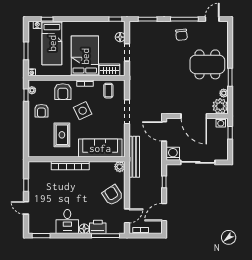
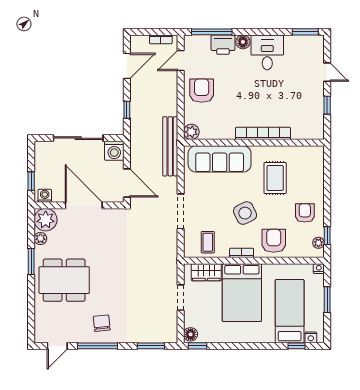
floor lamp: (120, 37) -> (191, 334), moved
armchair: (113, 195) -> (202, 91), turned -147

